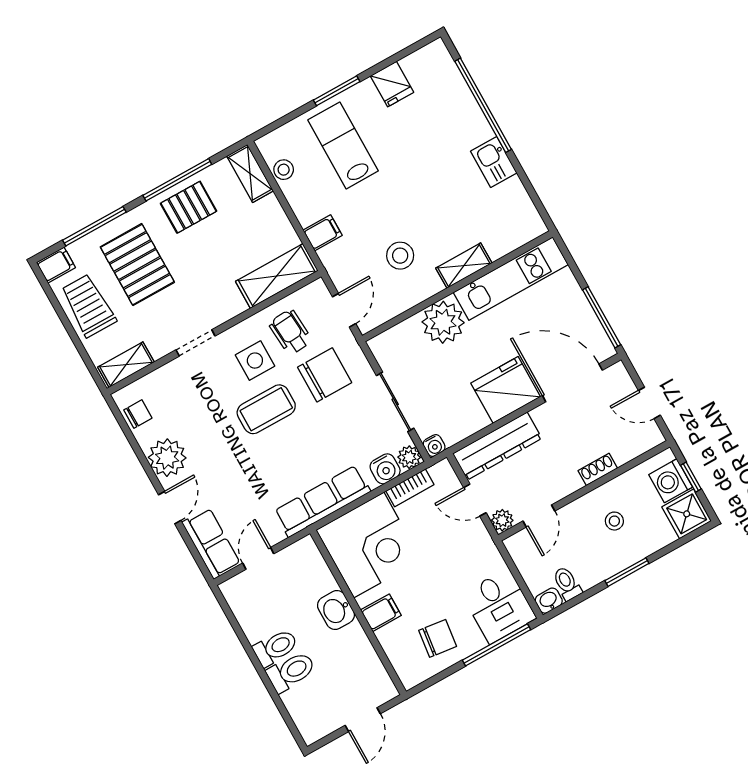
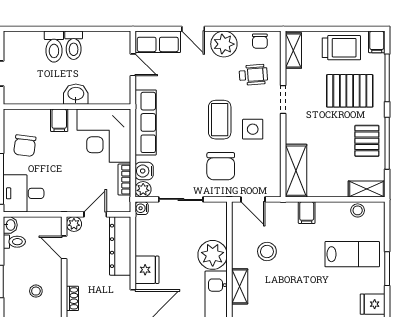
wheelchair: (290, 332) -> (253, 75), moved
fridge: (506, 390) -> (147, 270), width x0.73, depth x0.75

